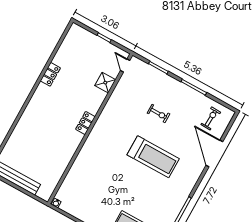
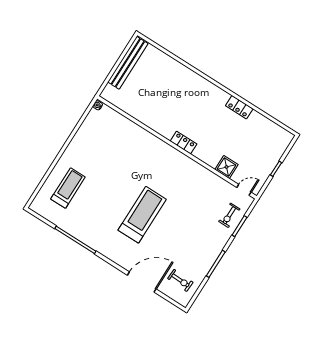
exercise bike: (158, 113) -> (229, 215), moved
treadmill: (153, 157) -> (142, 215), turned 180

